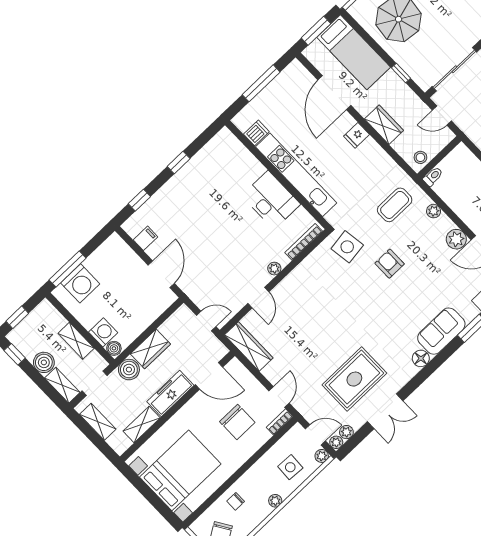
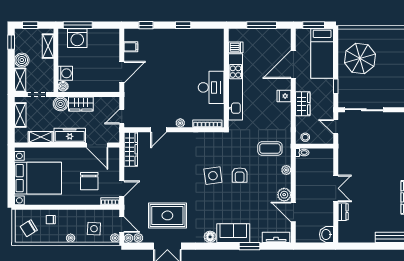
side table: (347, 247) -> (213, 176), moved
armchair: (390, 264) -> (240, 175), turned 180
door: (206, 321) -> (122, 116), swing flipped
shelving: (76, 341) -> (48, 46), moved

